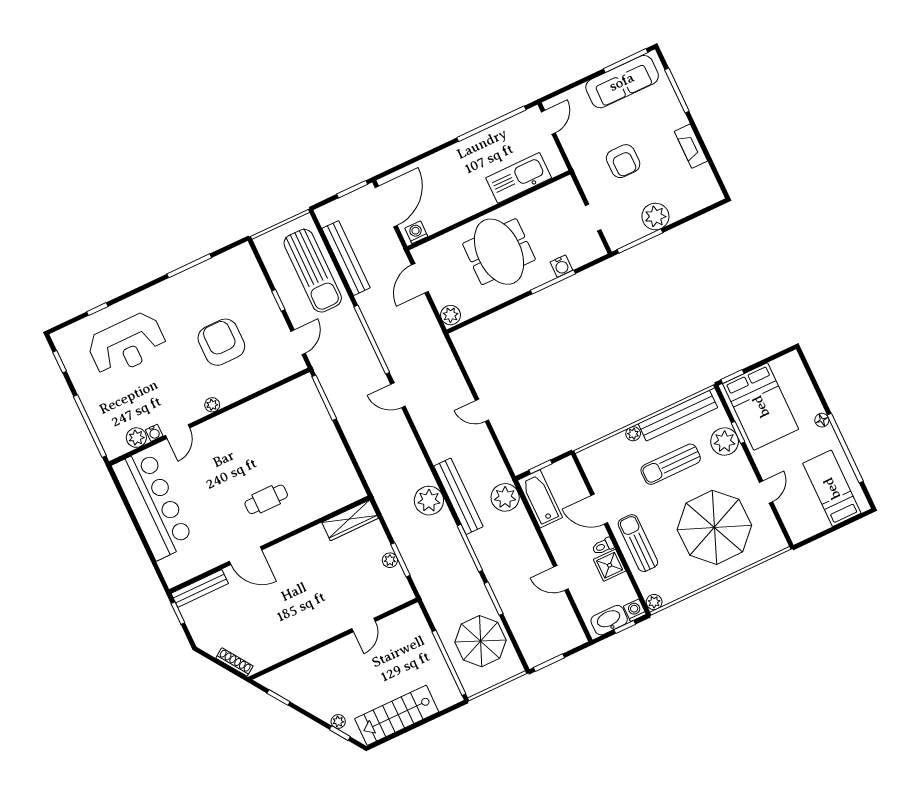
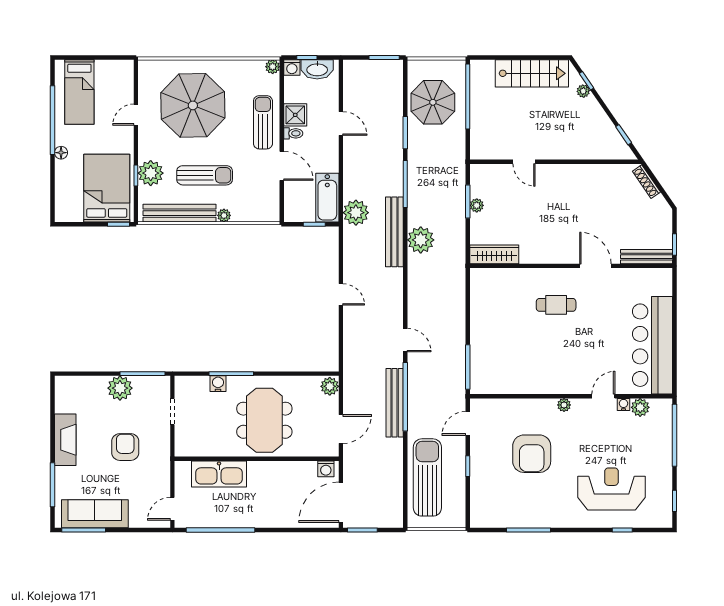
fireplace: (691, 146) -> (65, 440), width x1.37, depth x1.32
bench: (346, 258) -> (395, 403), moved
sun lounger: (638, 543) -> (263, 122), turned 180
door: (364, 625) -> (524, 162), swing flipped

